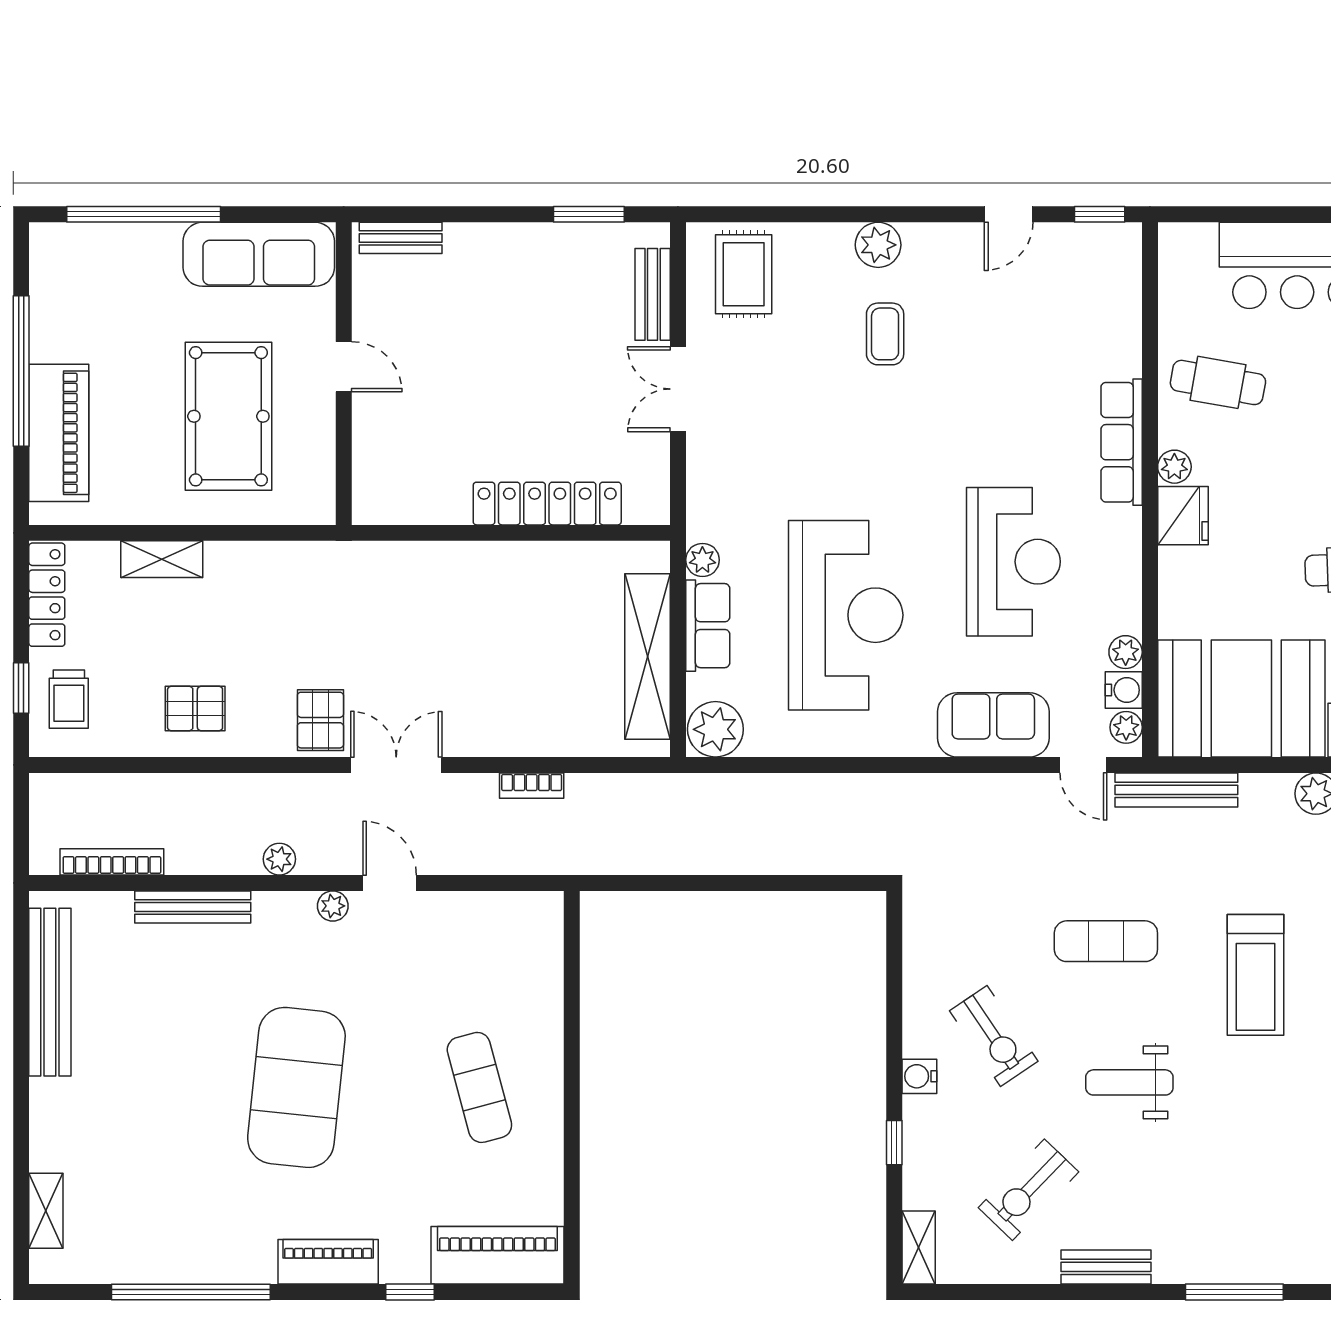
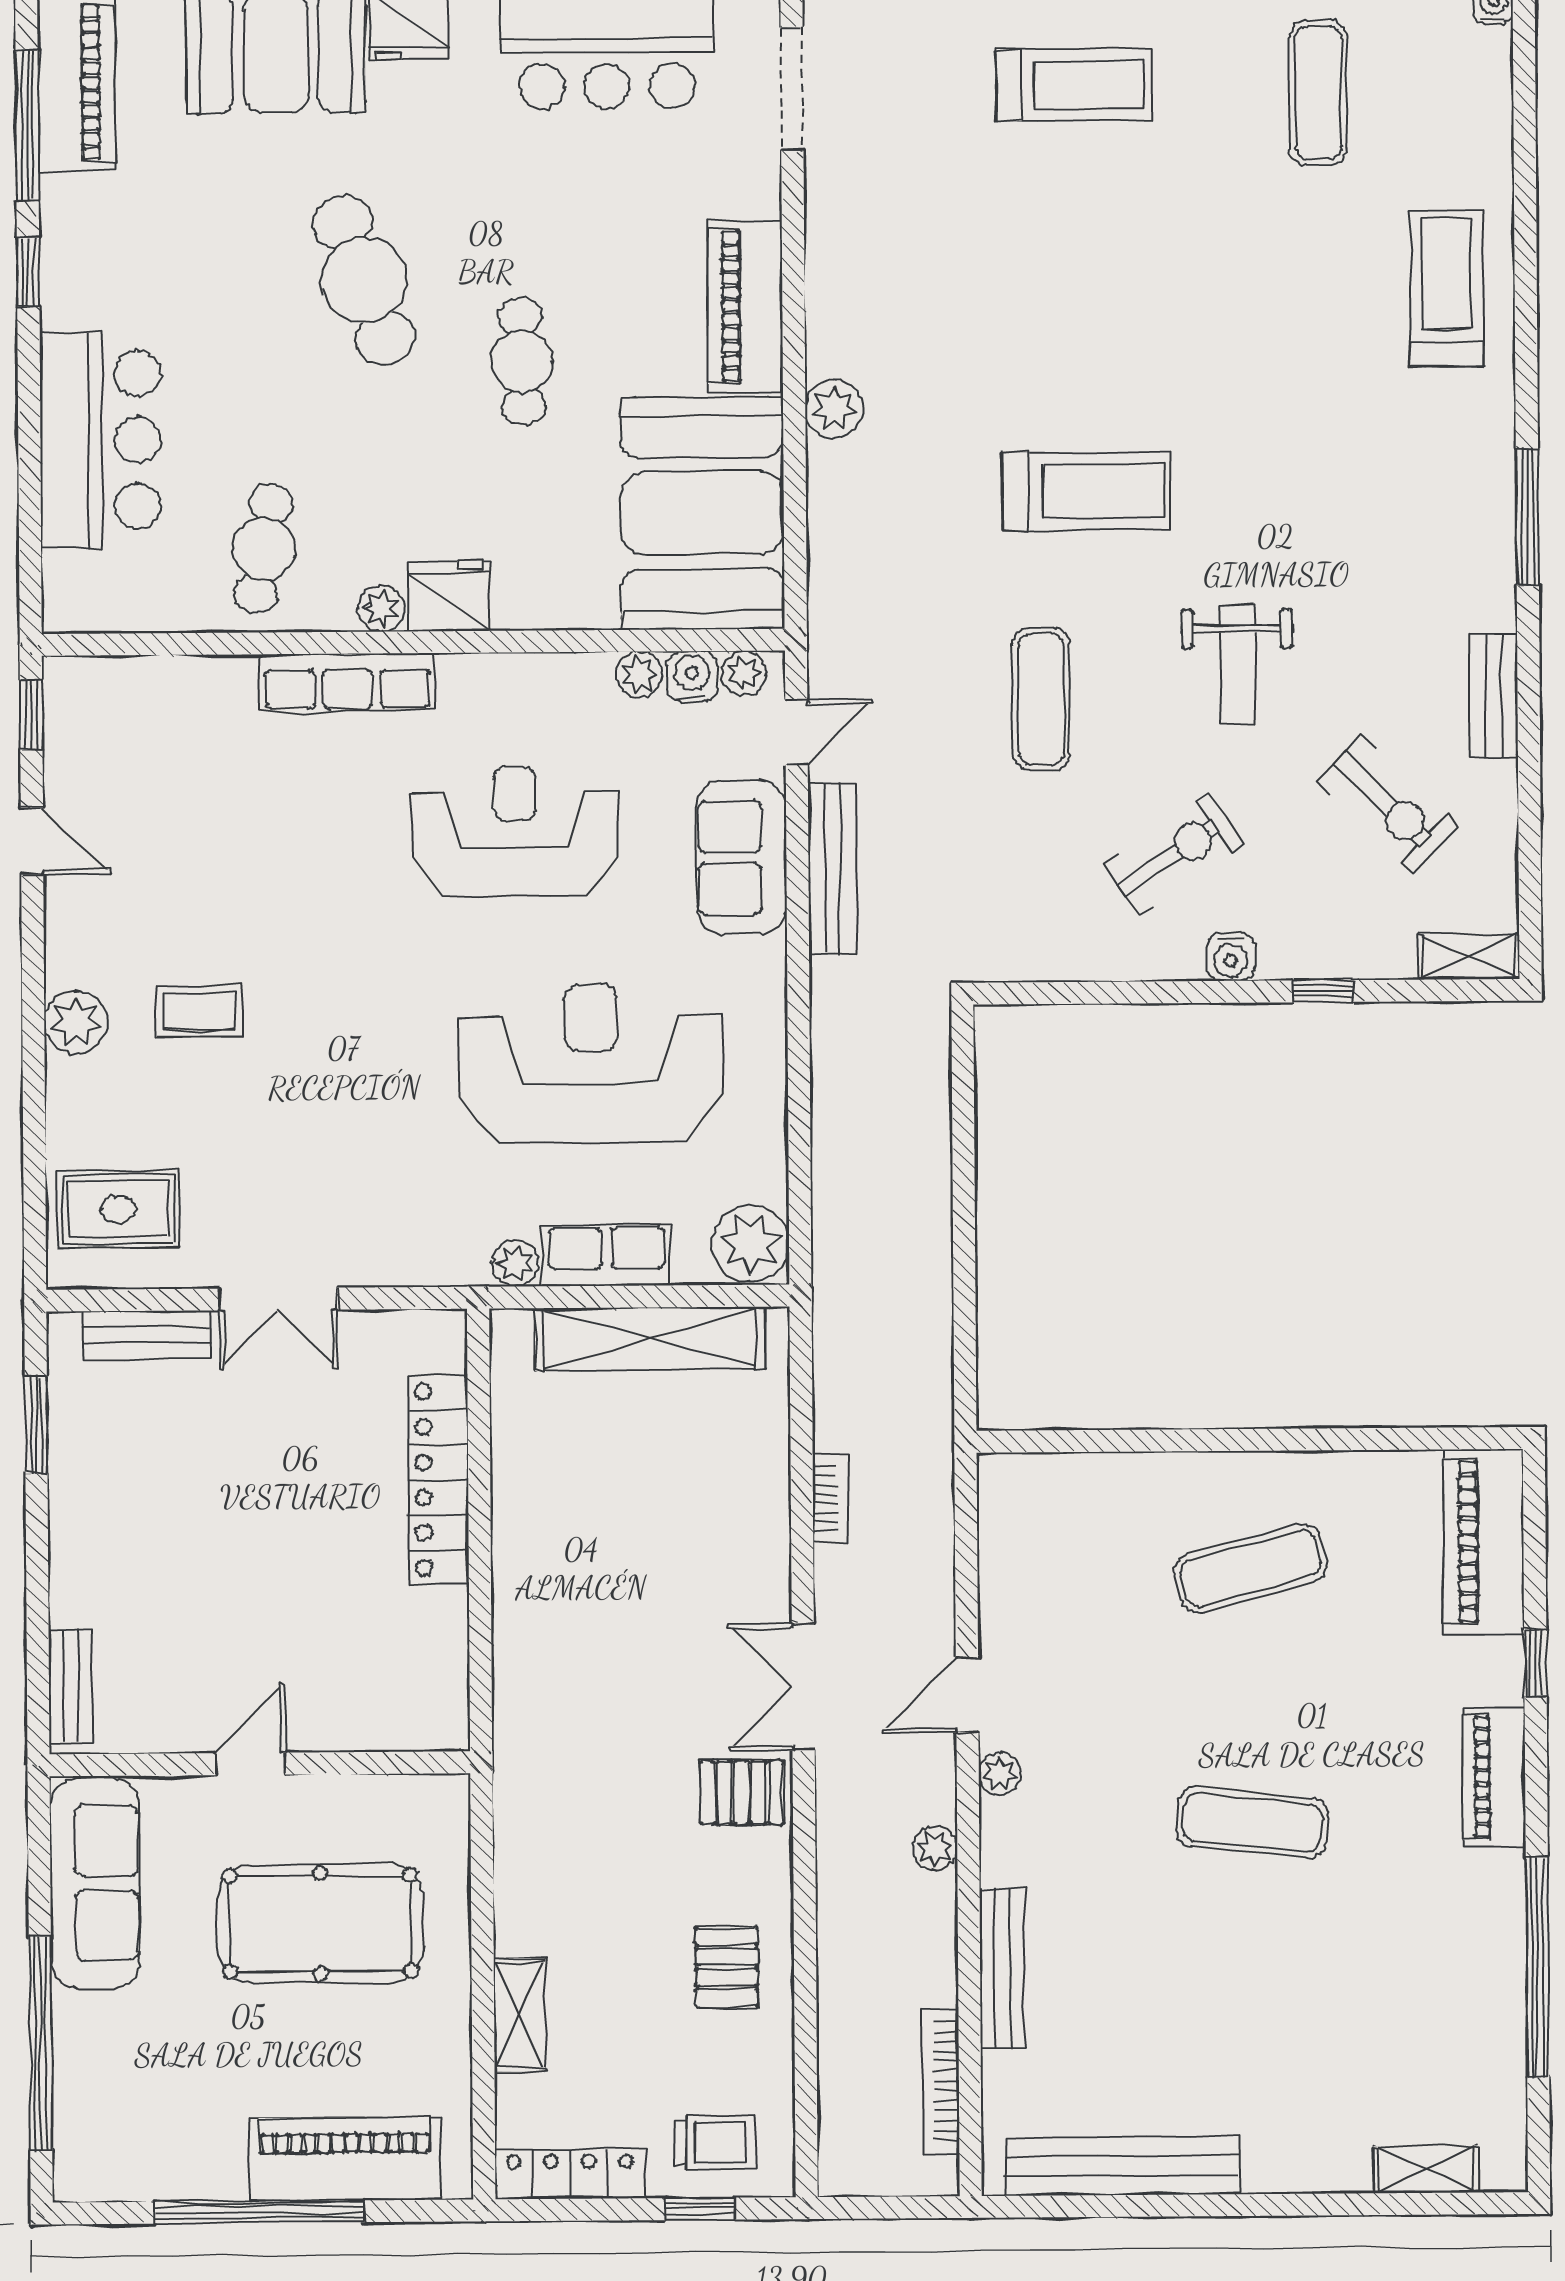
bench: (1176, 790) -> (832, 869), moved
exercise mat: (296, 1087) -> (1252, 1822), width x0.50, depth x0.69

